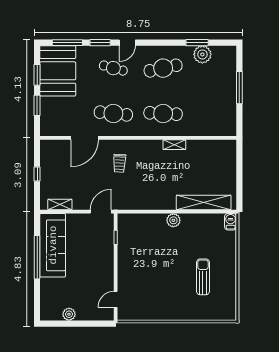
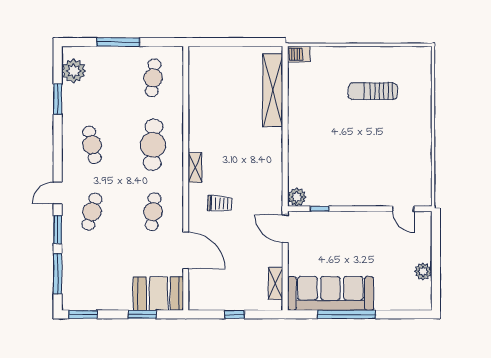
door: (127, 43) -> (58, 193), swing flipped
plant: (202, 54) -> (74, 71), moved
cafe table: (163, 68) -> (92, 145), width x0.73, depth x0.74
booth: (58, 71) -> (158, 294), moved, width x0.73, depth x0.70
window: (37, 75) -> (83, 314), moved
cafe table: (113, 113) -> (153, 212), width x0.73, depth x0.74
cafe table: (213, 113) -> (153, 78), added
shelving: (174, 145) -> (195, 168), moved
plant: (173, 220) -> (297, 197), moved

